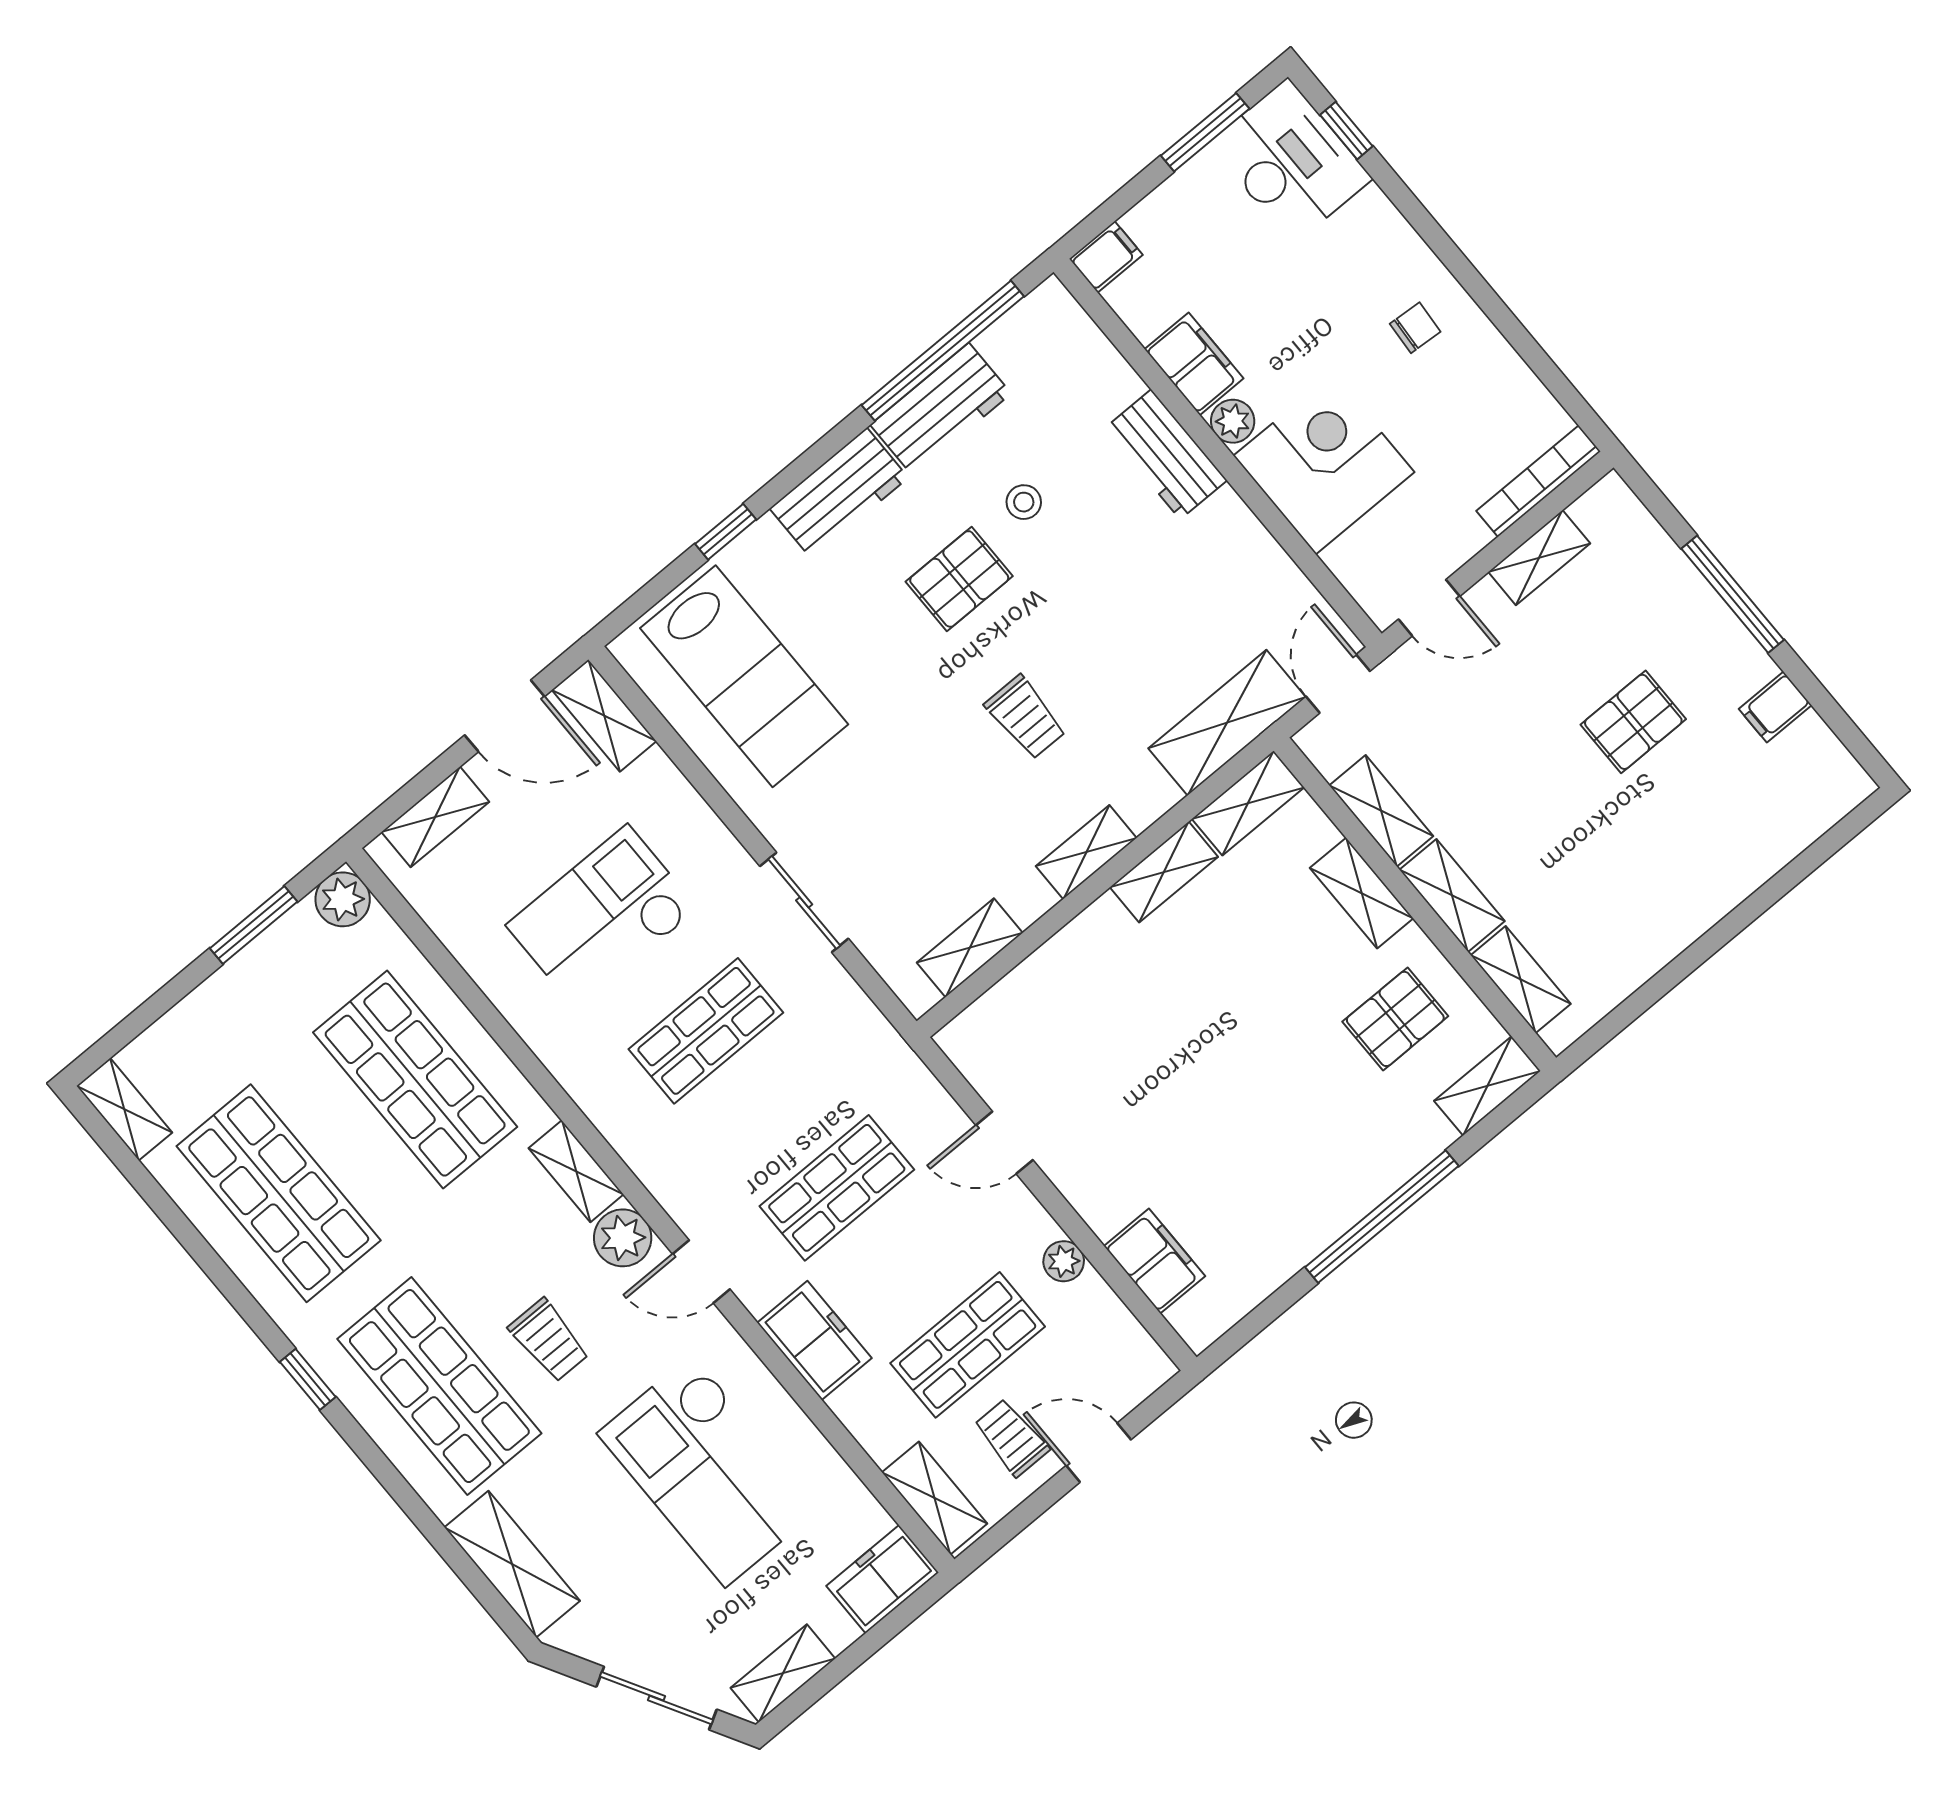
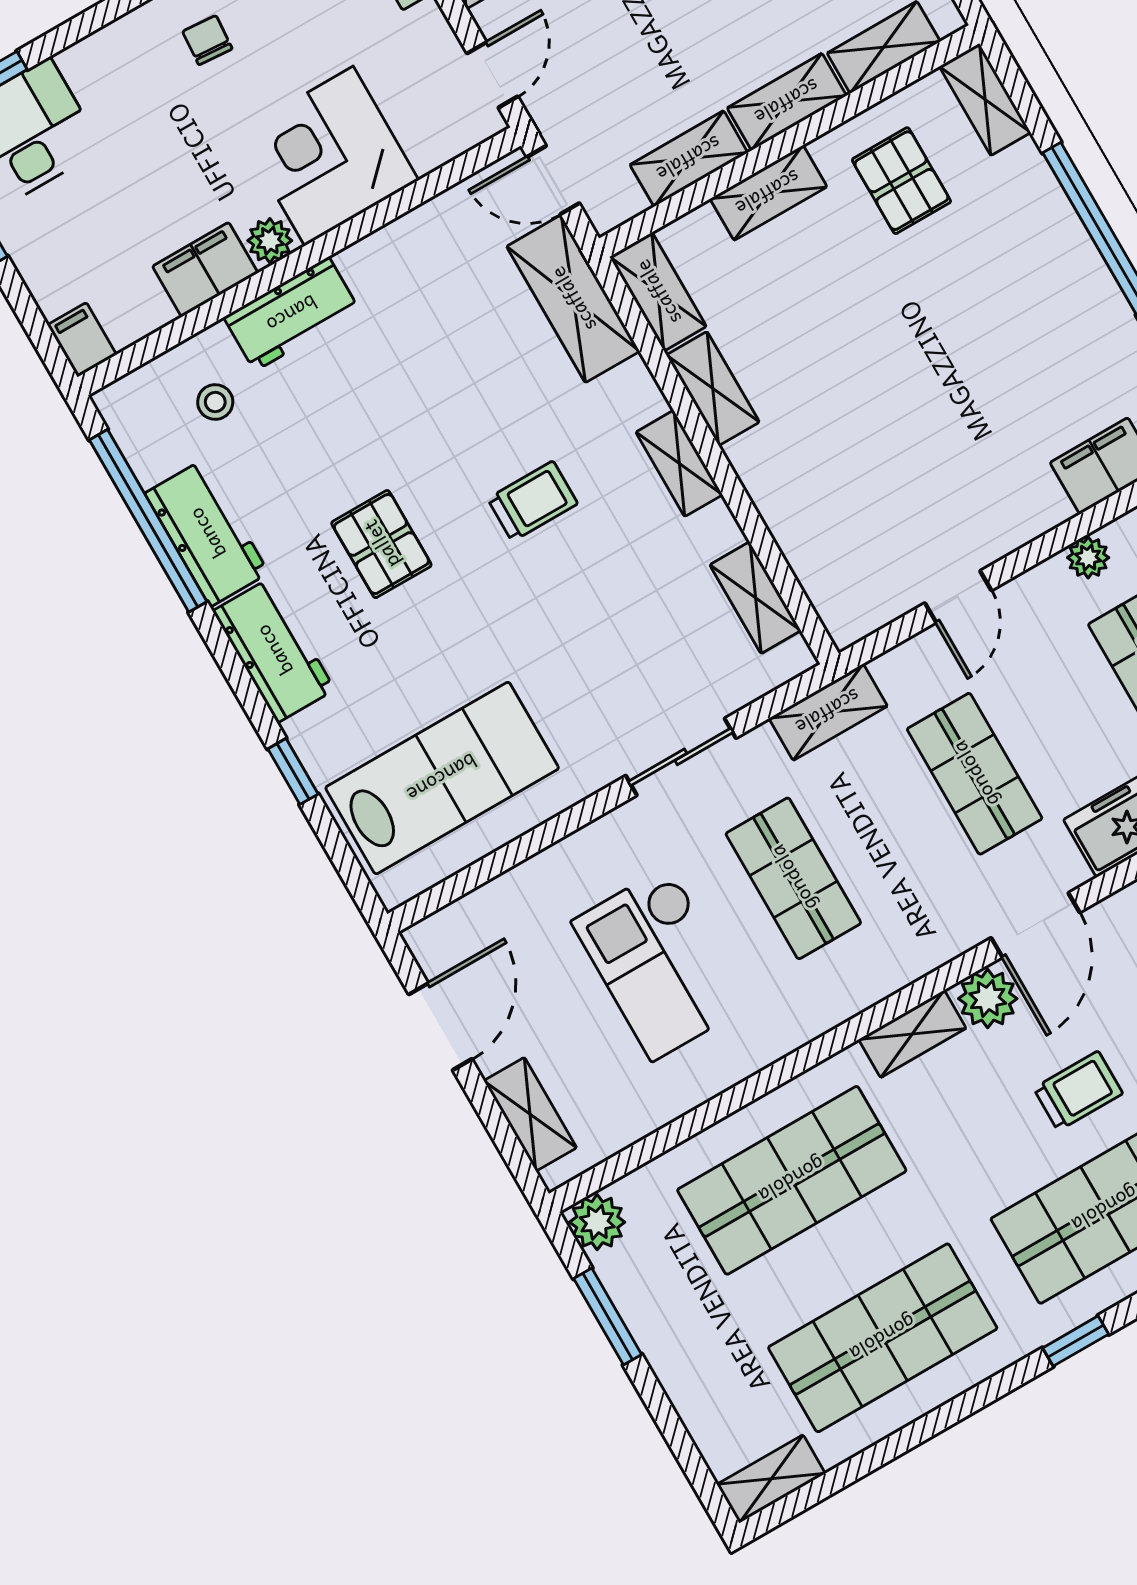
stool: (1024, 502) -> (215, 402), moved
shelving: (604, 716) -> (828, 712), moved
door: (701, 1272) -> (1035, 925), width x1.38

